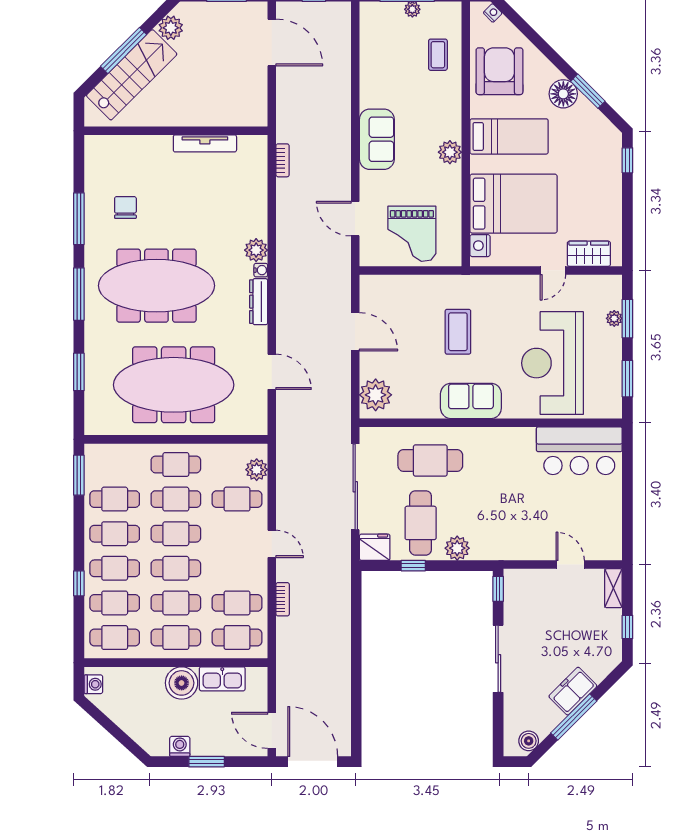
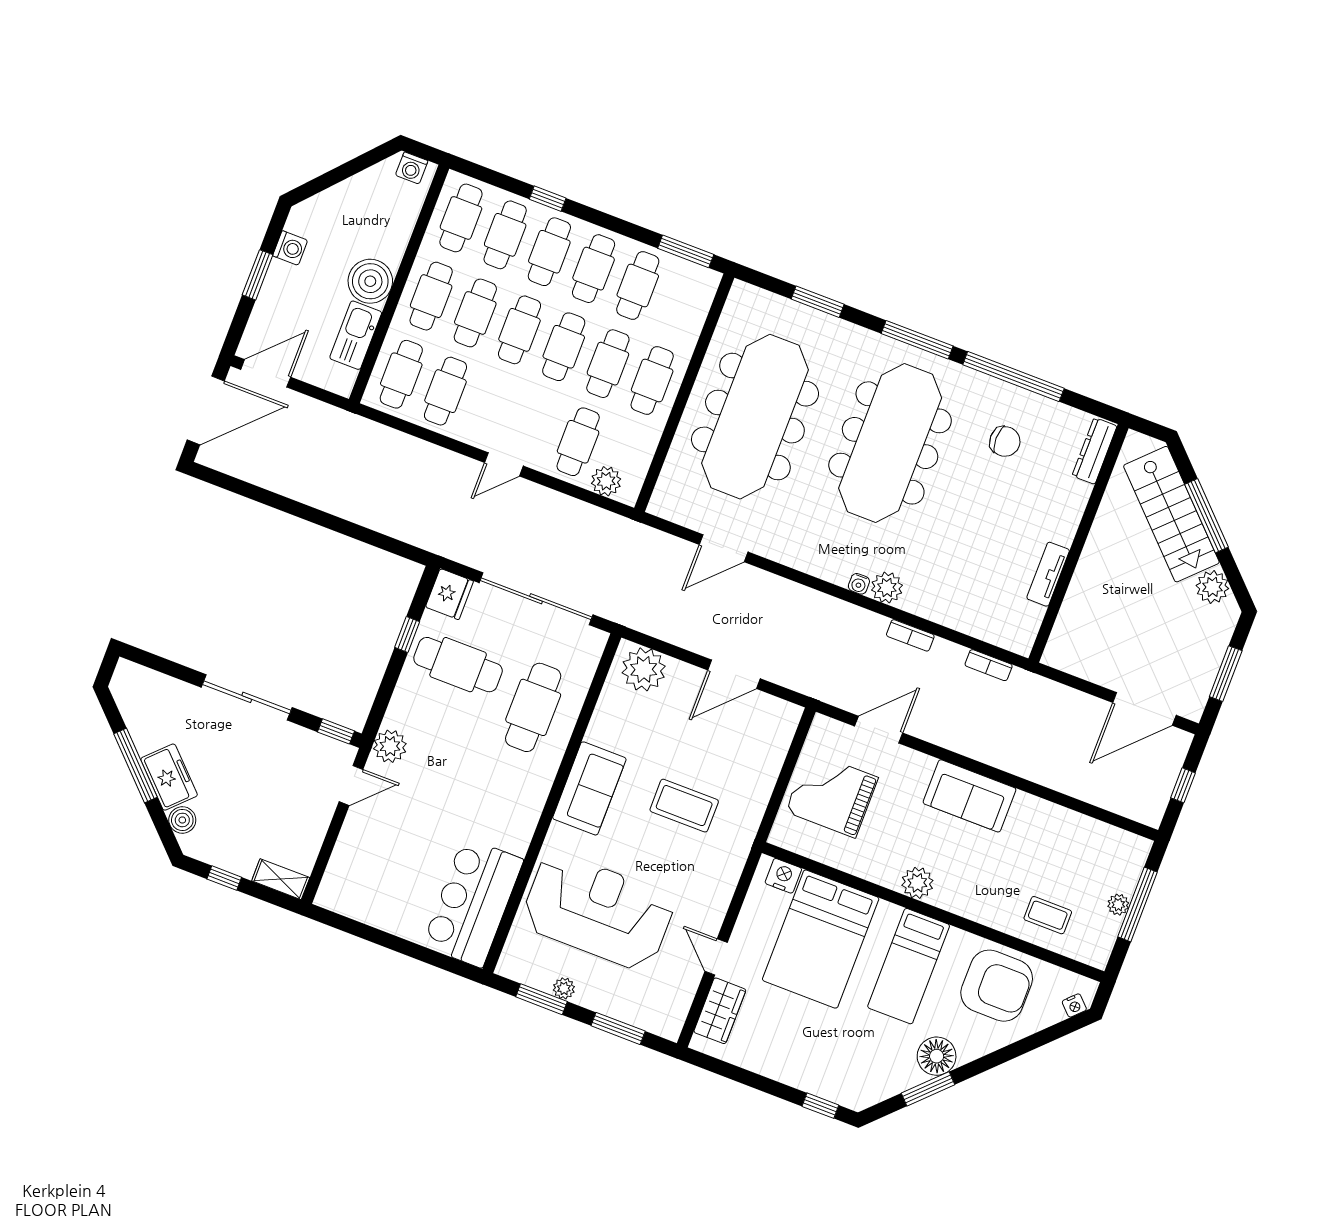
tv unit: (205, 143) -> (1048, 574), width x0.71
window: (79, 219) -> (1013, 377), width x1.46
dresser: (259, 302) -> (1094, 451), moved, turned -90
plant: (614, 318) -> (564, 988), moved
plant: (457, 548) -> (390, 746), moved
door: (570, 565) -> (351, 785), moved
bookcase: (283, 599) -> (910, 635), moved
boiler: (529, 741) -> (182, 820), moved

